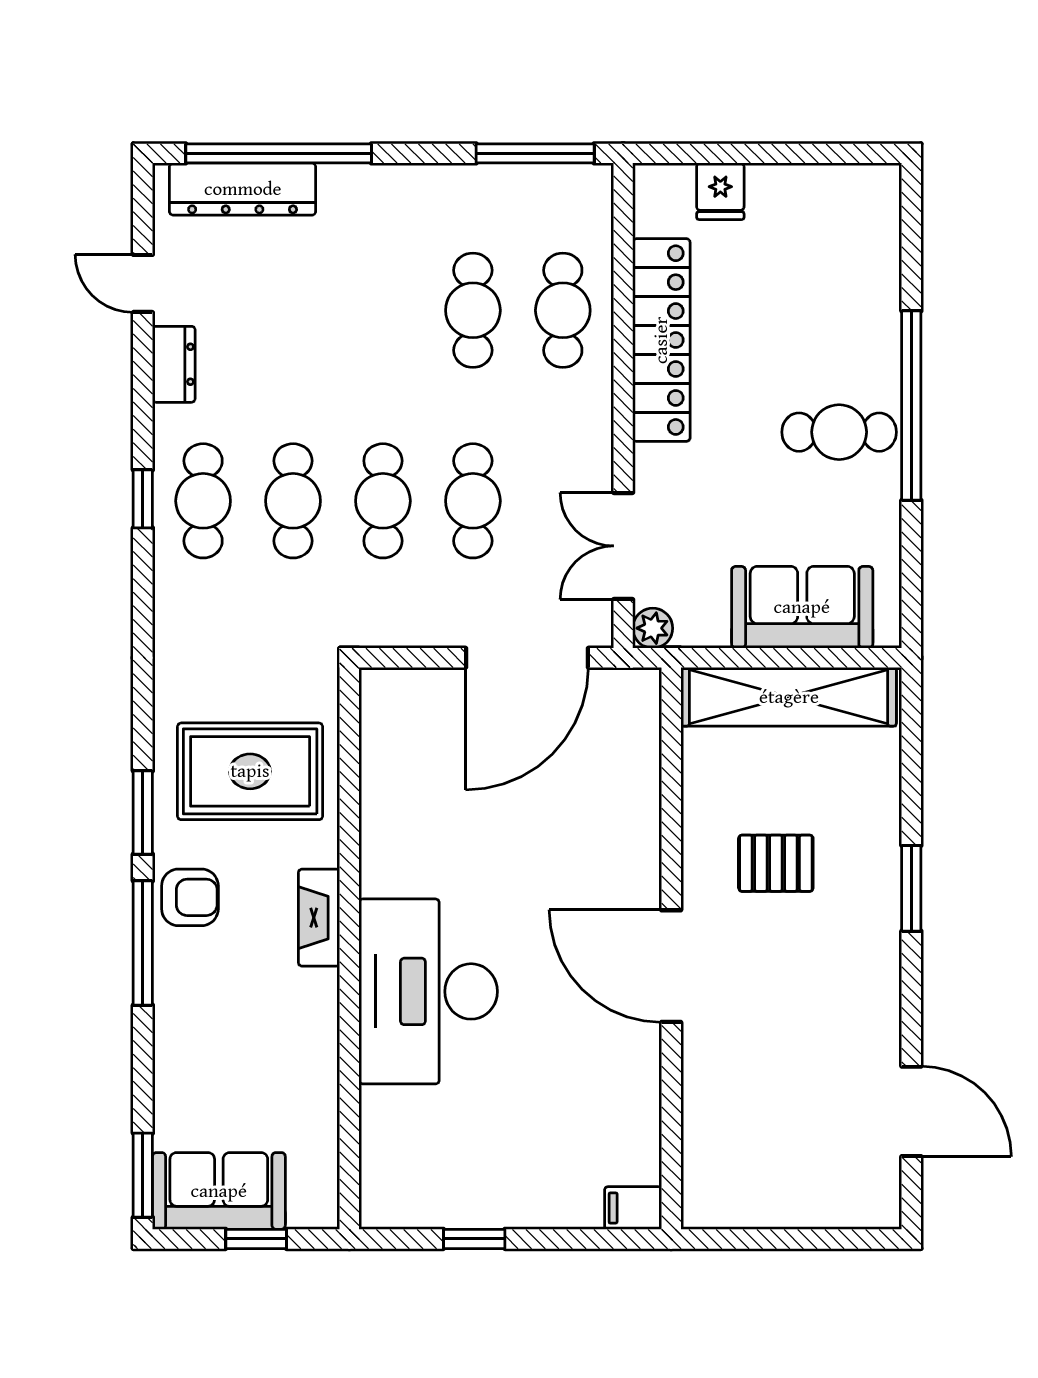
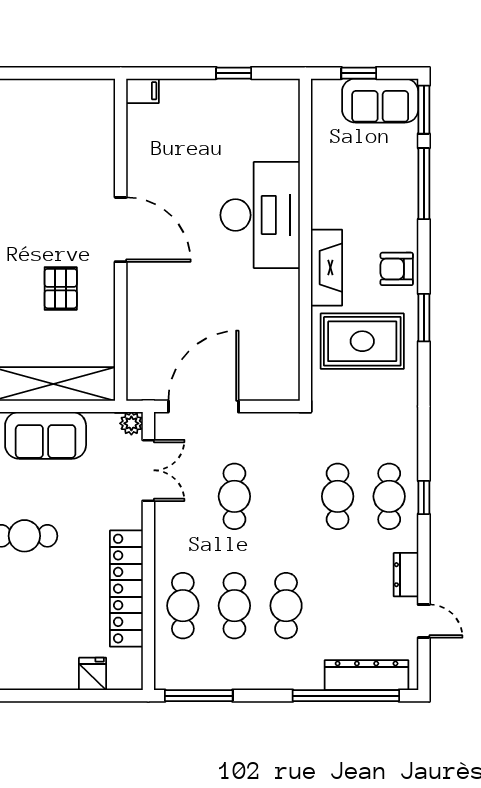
cafe table: (383, 501) -> (286, 606), moved
pallet: (776, 863) -> (61, 289), turned 90
fireplace: (319, 918) -> (326, 268), width x1.37, depth x1.32
window: (143, 943) -> (424, 184), moved

